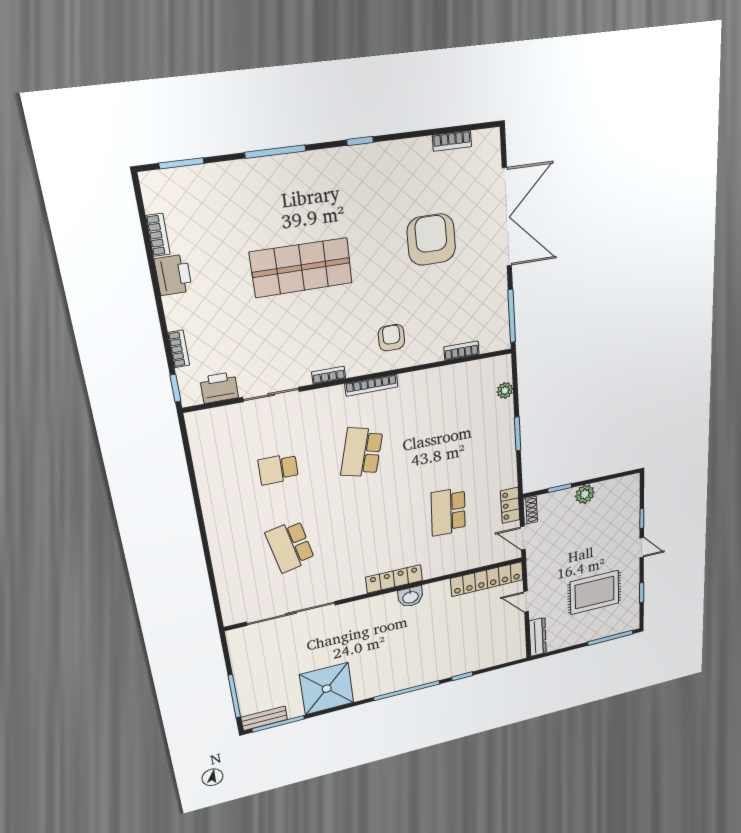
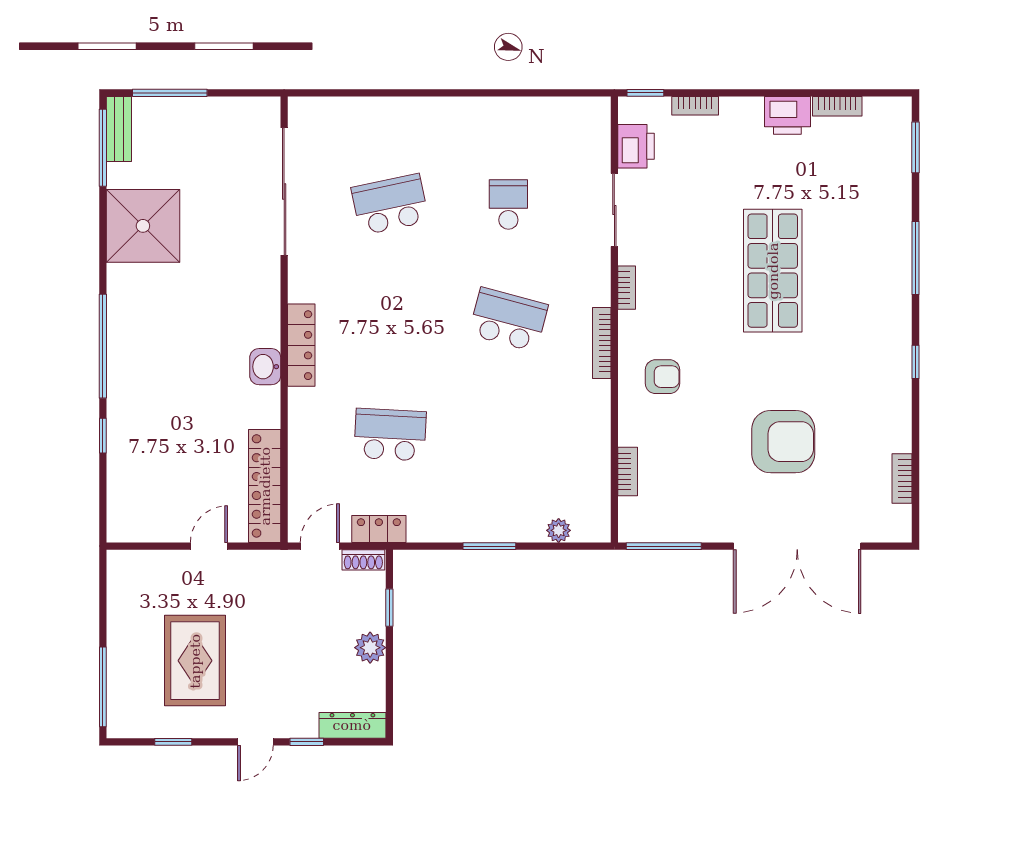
dresser: (538, 637) -> (352, 725), moved, turned 180

